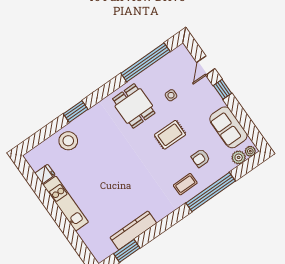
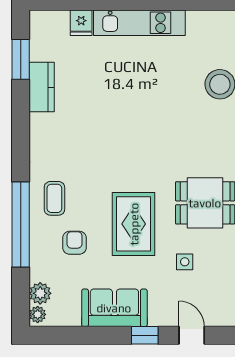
sofa: (228, 127) -> (114, 308), moved
rug: (170, 135) -> (134, 224), width x1.36, depth x1.43
fridge: (45, 174) -> (81, 23), moved
kitchen counter: (133, 230) -> (42, 87), width x0.67

